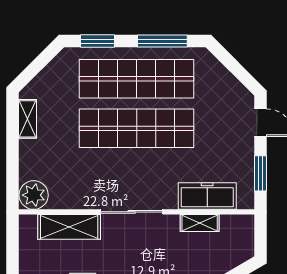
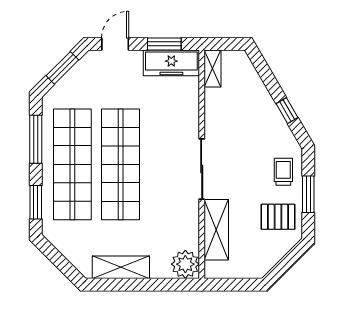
window: (236, 68) -> (62, 68), added
shelving: (27, 119) -> (121, 267), width x1.50, depth x1.33
freezer: (207, 196) -> (171, 63), moved, turned -90
shelving: (200, 223) -> (212, 69), moved

